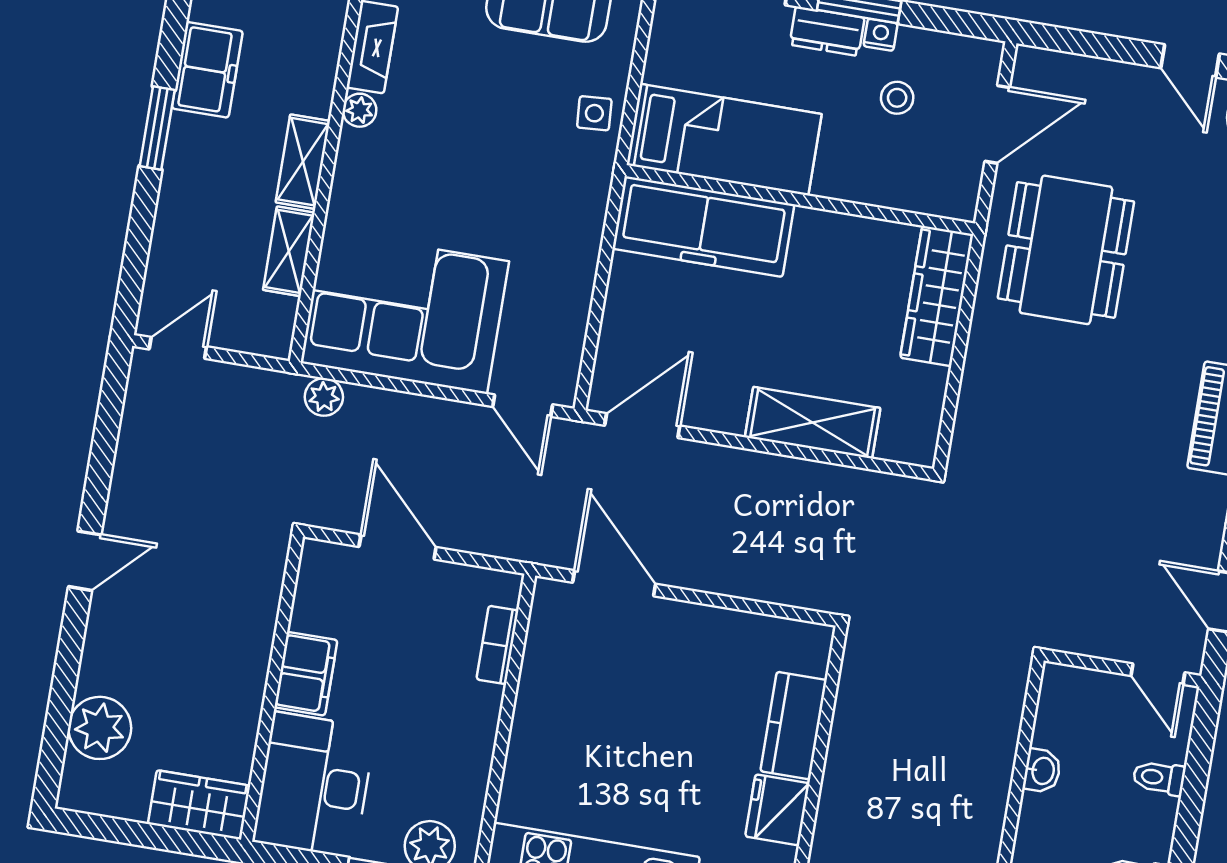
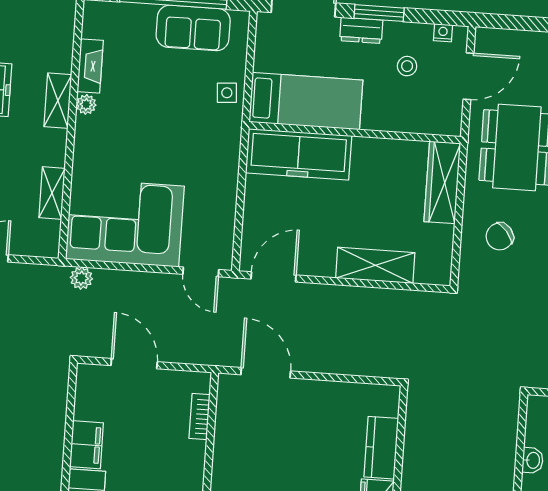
nightstand: (881, 35) -> (443, 33), moved
shelving: (303, 162) -> (58, 101), moved
chair: (1023, 395) -> (500, 236), added

